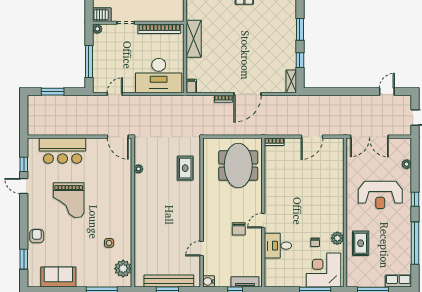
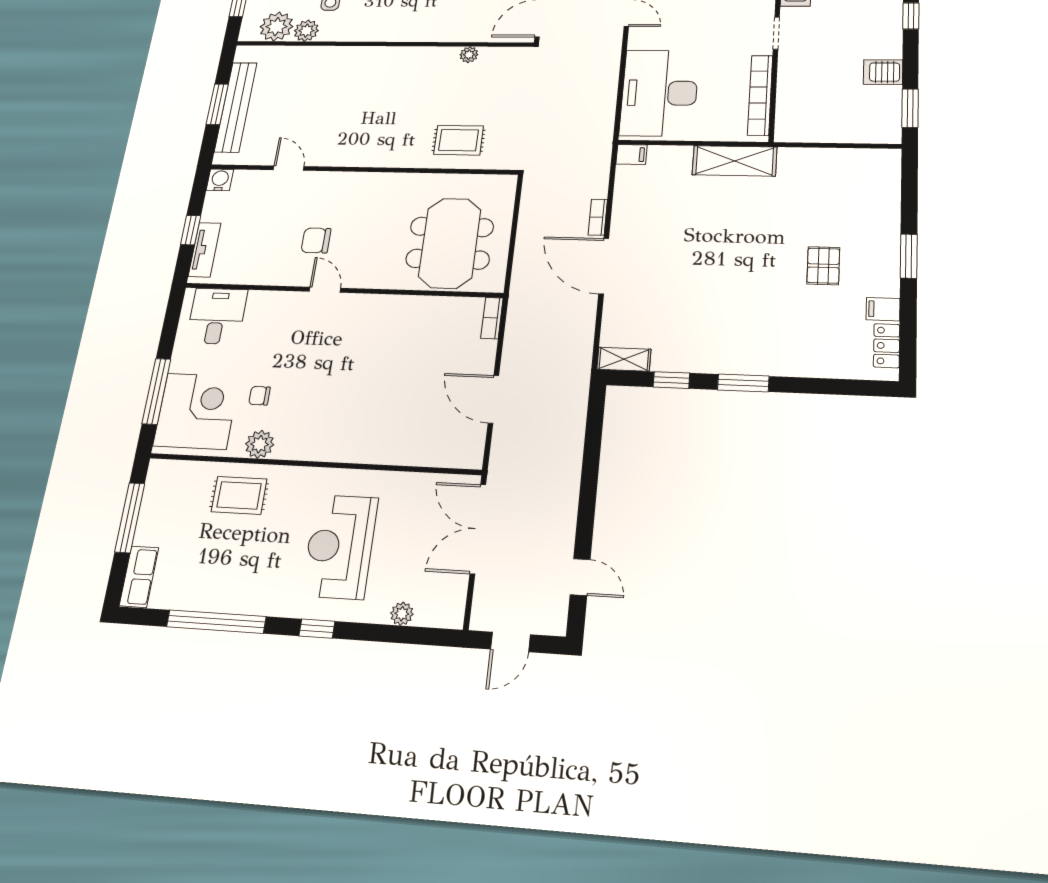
meeting table: (238, 166) -> (450, 243), turned 90
desk: (278, 246) -> (217, 316), moved
plant: (125, 253) -> (306, 31), added

